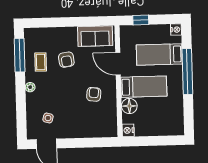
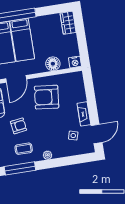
bed: (144, 87) -> (22, 40), moved, turned 180
armchair: (94, 94) -> (47, 97), width x1.88, depth x1.88
wardrobe: (172, 128) -> (68, 23), added
fireplace: (70, 133) -> (84, 114), added

